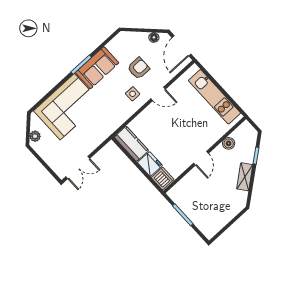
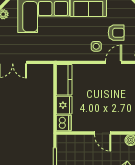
door: (158, 94) -> (114, 62), swing flipped
door: (201, 158) -> (103, 133), hinge flipped

